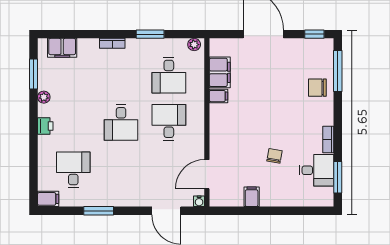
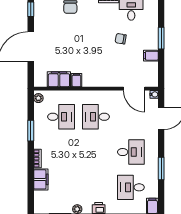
filing cabinet: (62, 48) -> (41, 179), moved
desk: (121, 122) -> (131, 152), moved
window: (275, 211) -> (161, 38), added

